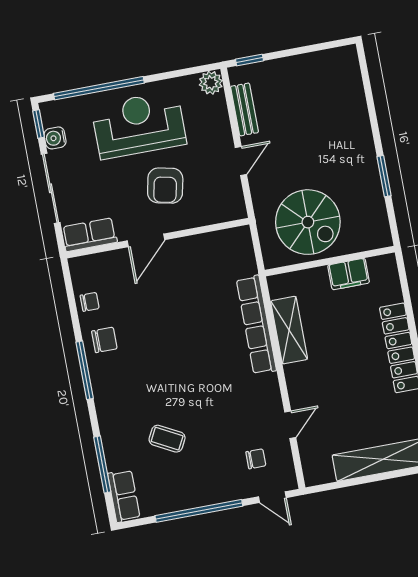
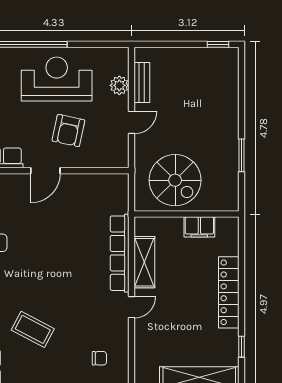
window: (249, 60) -> (218, 44), moved
plant: (211, 83) -> (119, 85), moved
door: (290, 425) -> (131, 307), moved
coffee table: (167, 439) -> (33, 329), width x1.36, depth x1.30

